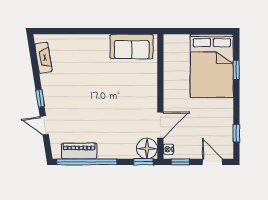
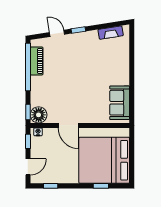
bed: (212, 66) -> (104, 160), width x1.36
door: (44, 125) -> (57, 33), hinge flipped
door: (160, 125) -> (68, 125), moved

